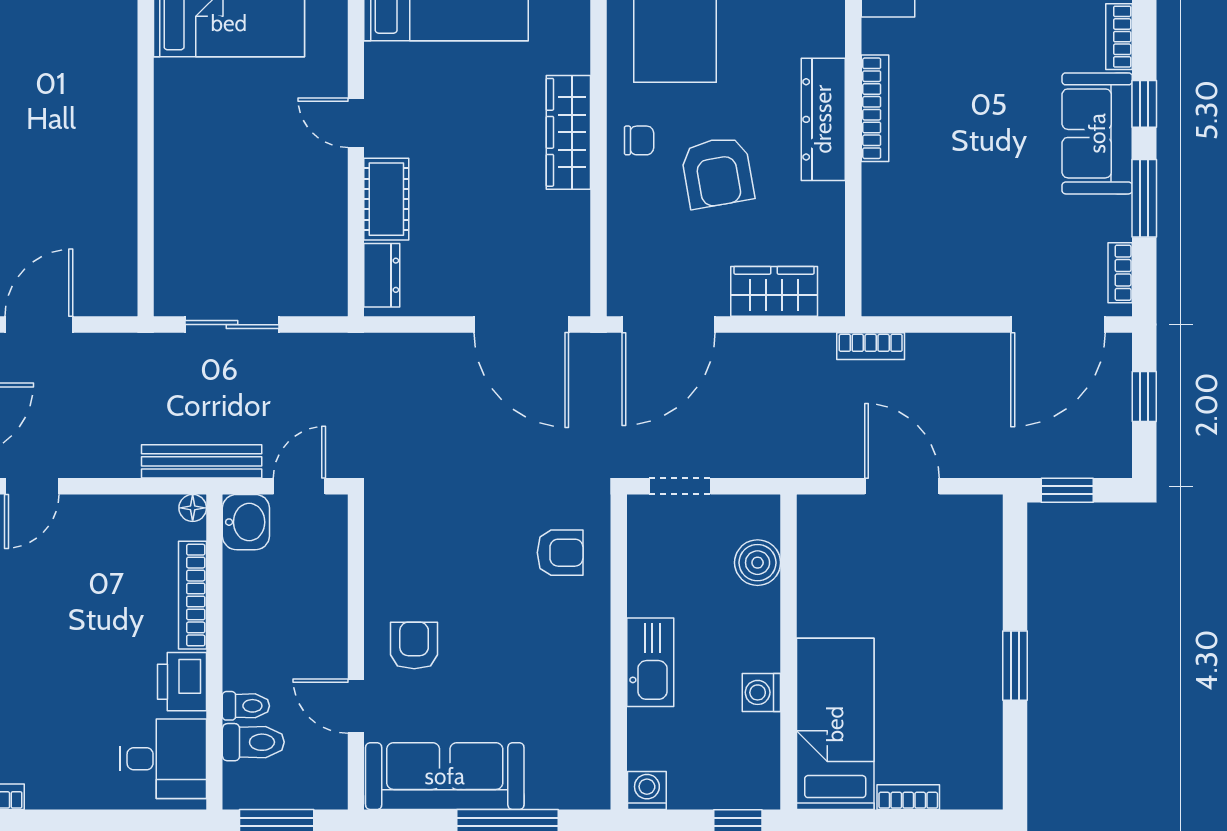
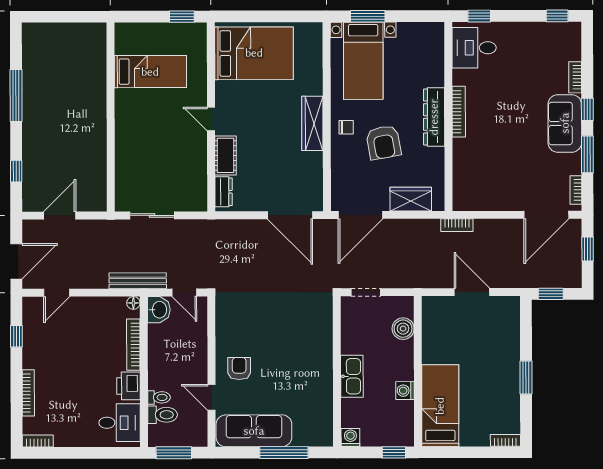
door: (299, 486) -> (184, 293), swing flipped
armchair: (560, 553) -> (309, 324), removed
bookcase: (908, 797) -> (505, 440), moved

